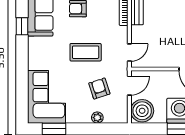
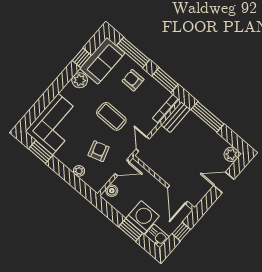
plant: (36, 45) -> (80, 80), added
door: (129, 53) -> (143, 144), swing flipped
boiler: (142, 111) -> (112, 191), width x0.54, depth x0.54

